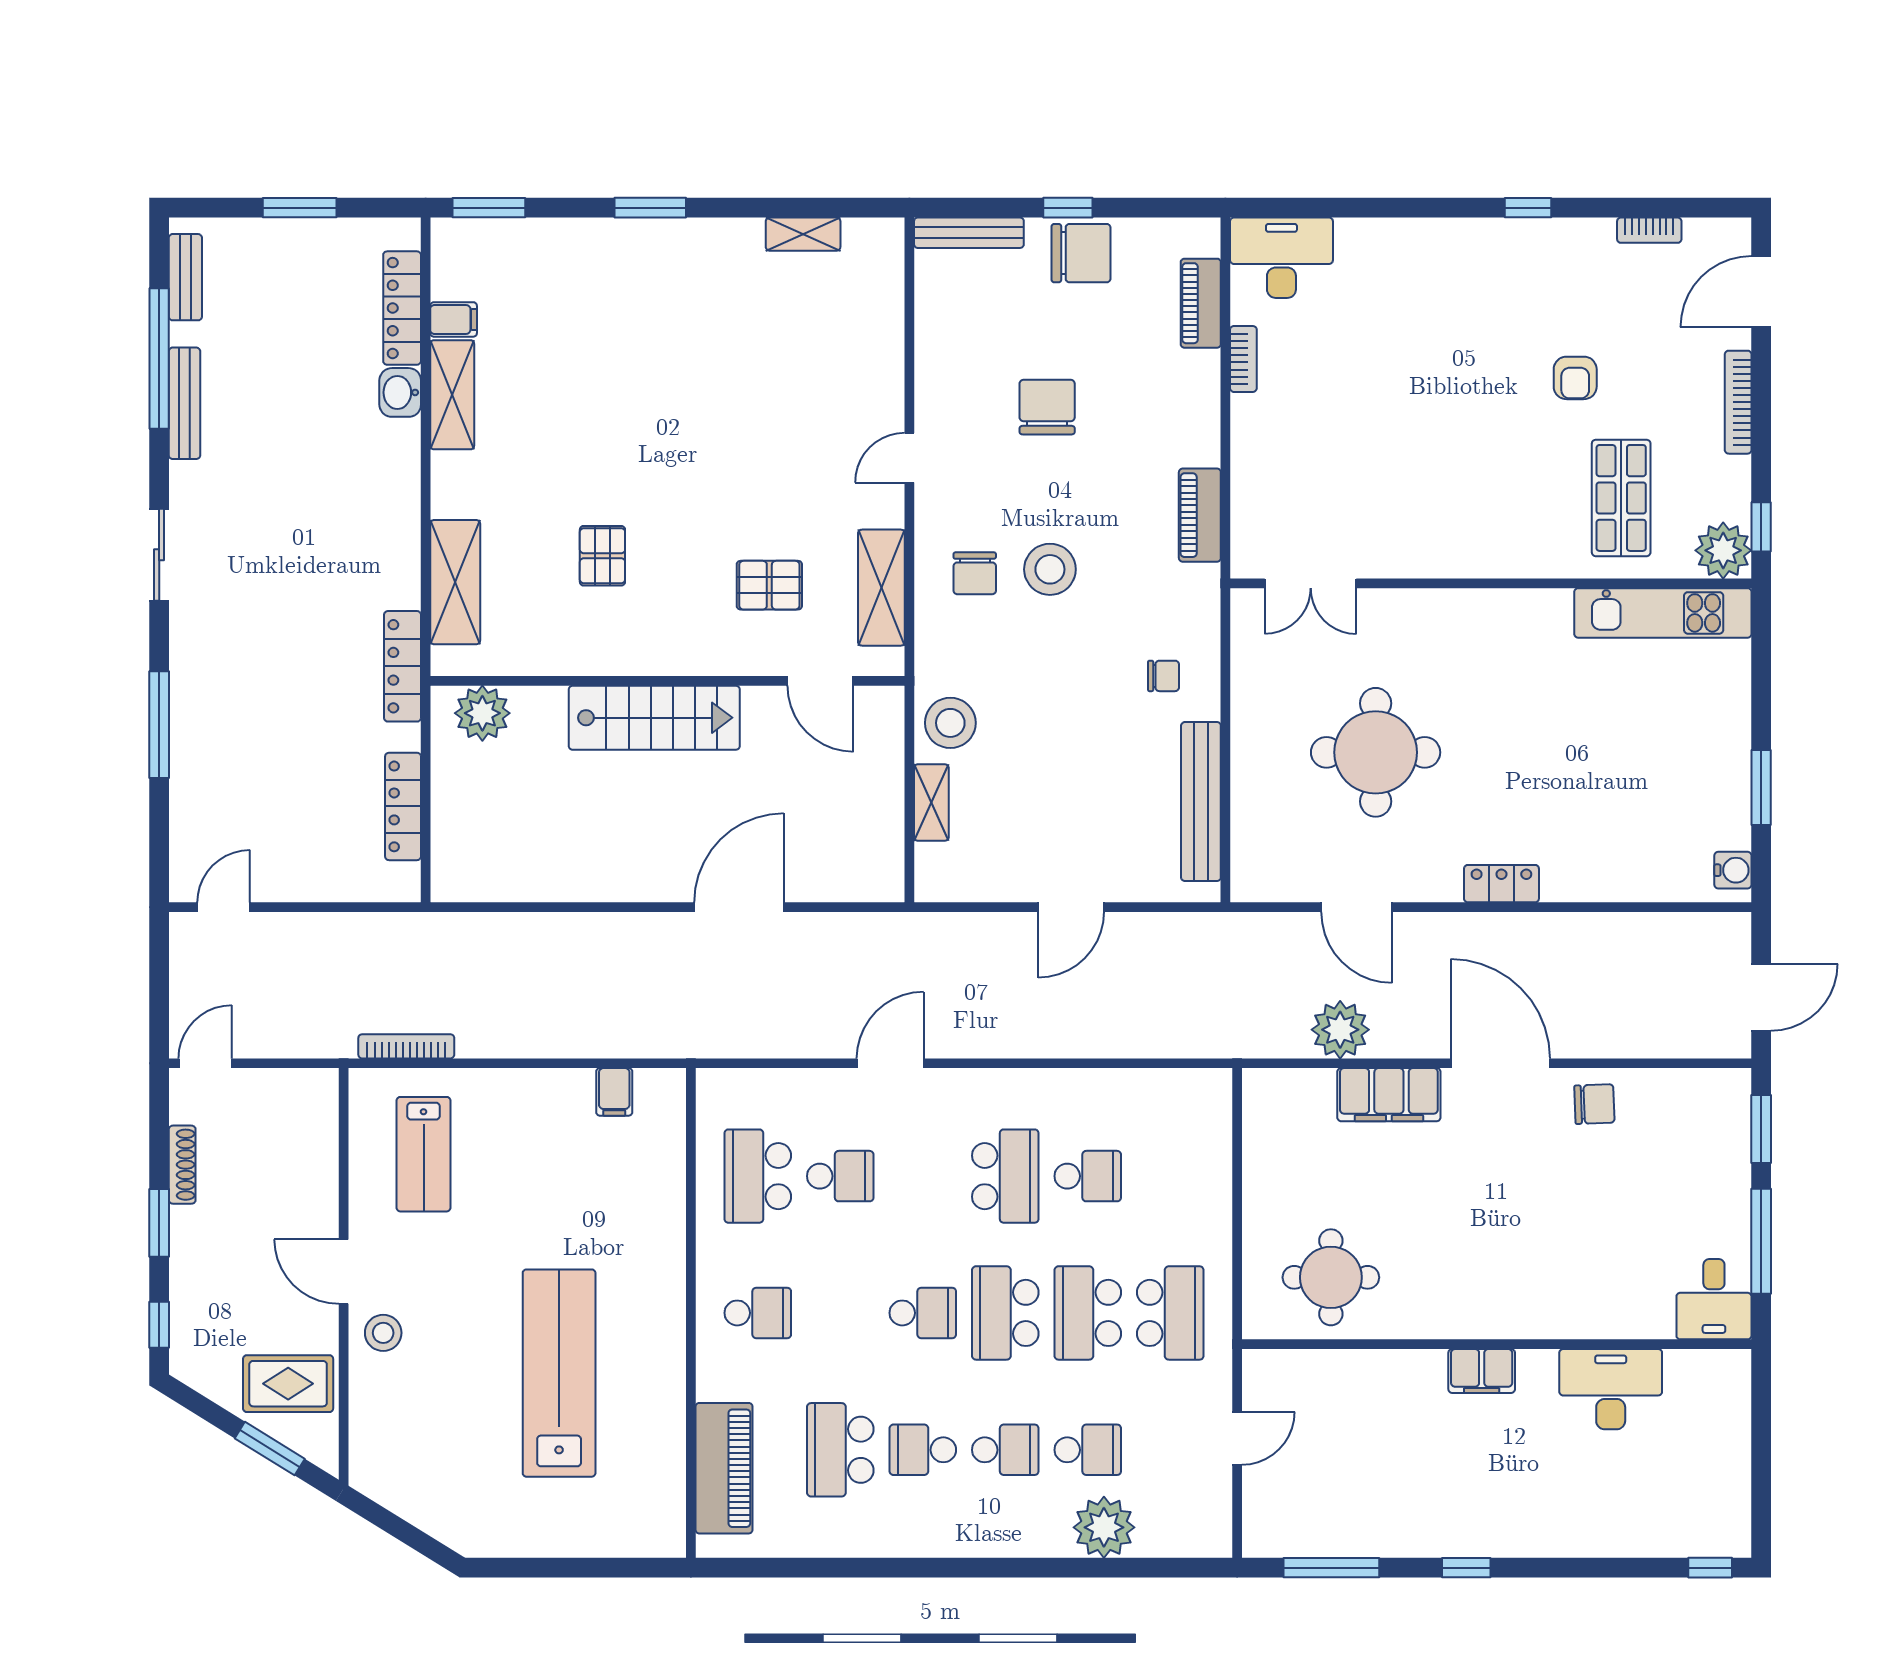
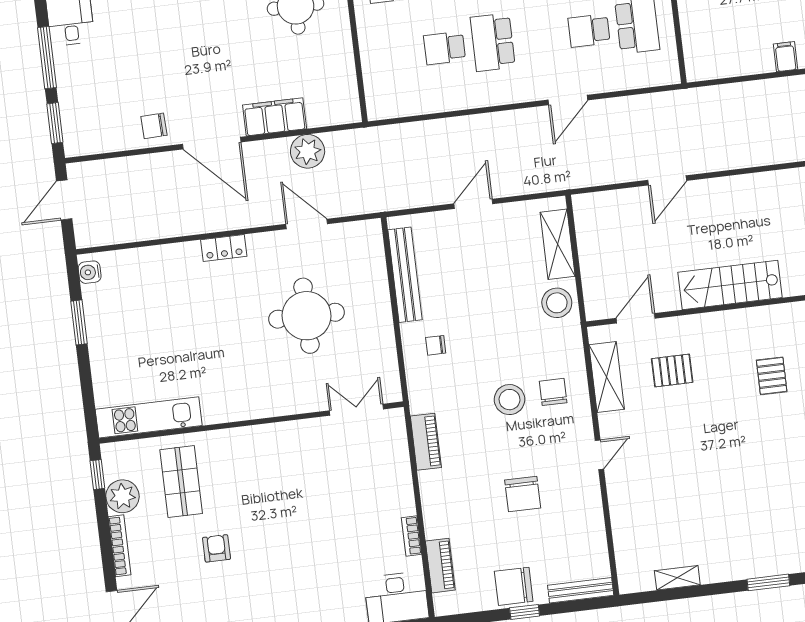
plant: (1723, 550) -> (122, 496), moved
door: (820, 681) -> (636, 318), hinge flipped
shelving: (931, 803) -> (558, 244), width x1.50, depth x1.33
door: (739, 907) -> (667, 180), width x0.73
filing cabinet: (614, 1092) -> (785, 57), moved

